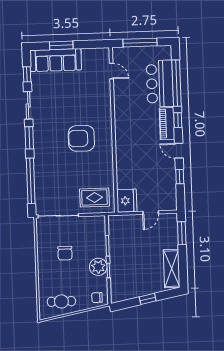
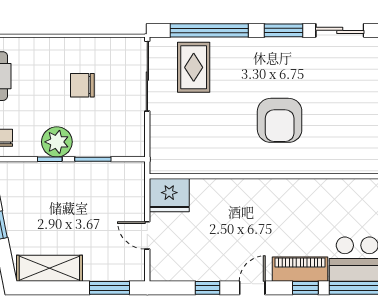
armchair: (81, 138) -> (280, 120), turned 180
rug: (94, 198) -> (194, 67), moved

